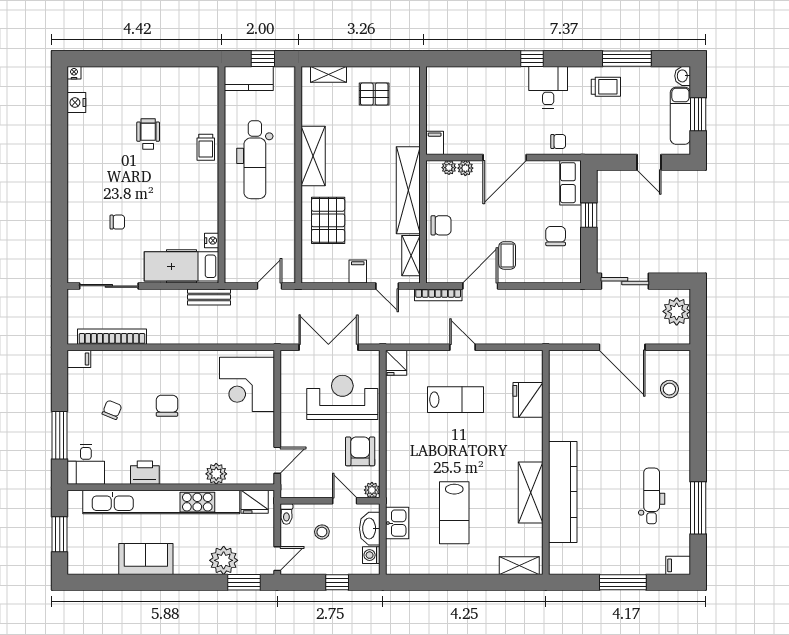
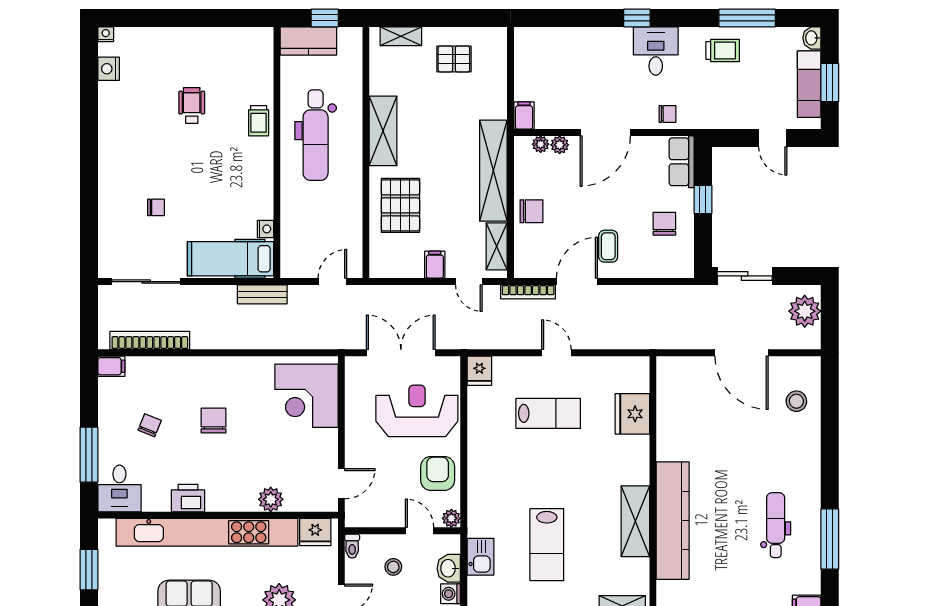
washbasin: (370, 529) -> (449, 568), width x0.72

